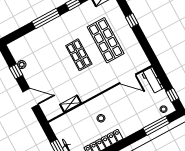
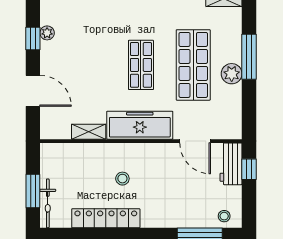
window: (132, 21) -> (249, 57), width x2.17
plant: (128, 34) -> (232, 74), added
freezer: (95, 86) -> (140, 125), added
window: (172, 95) -> (249, 169), moved

